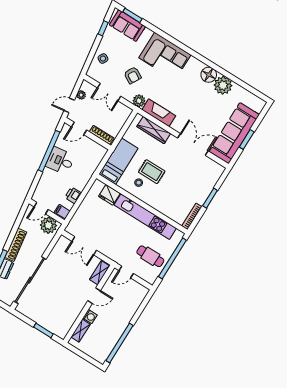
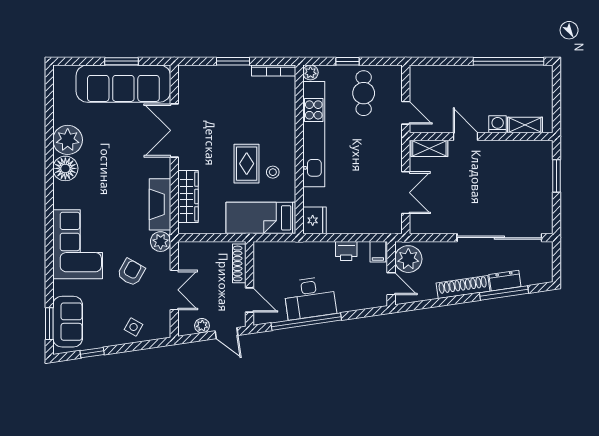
desk: (60, 161) -> (310, 298), width x1.37
fridge: (109, 195) -> (315, 220), moved
plant: (179, 235) -> (310, 72), added
window: (172, 258) -> (348, 61), width x0.32

